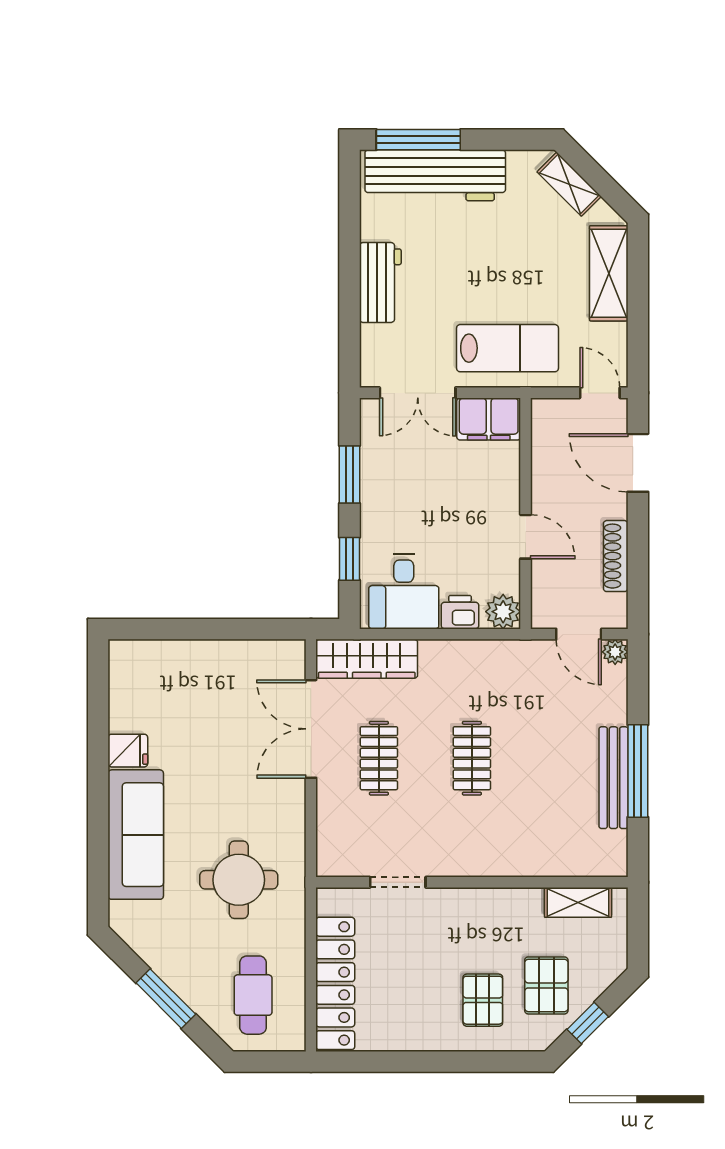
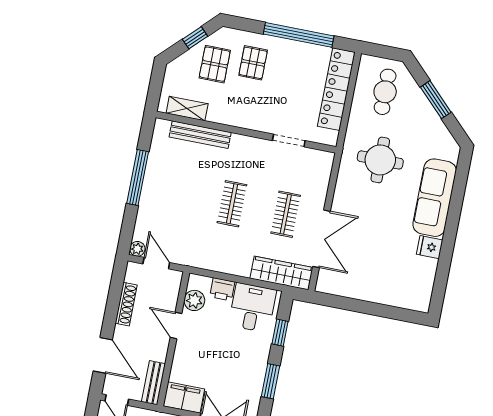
bench: (544, 434) -> (153, 383), added
plant: (503, 612) -> (194, 300), moved
bench: (613, 778) -> (200, 135), moved, turned 90
window: (416, 1062) -> (299, 35), added

